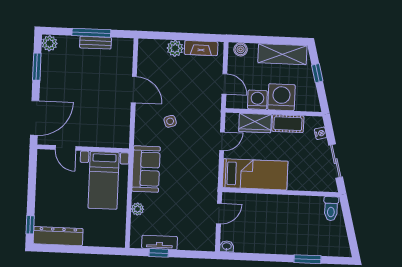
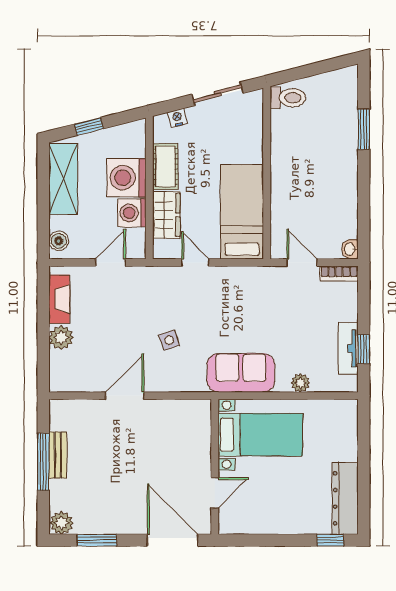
bookcase: (210, 238) -> (339, 274), added

